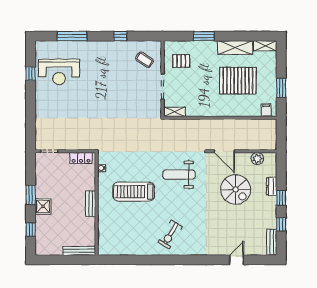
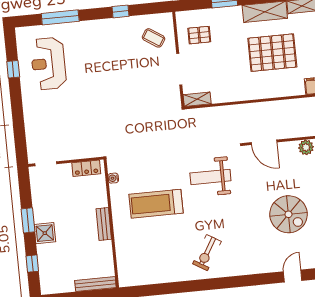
reception desk: (59, 72) -> (48, 64), turned 90
spiral stairs: (236, 189) -> (288, 214), moved

